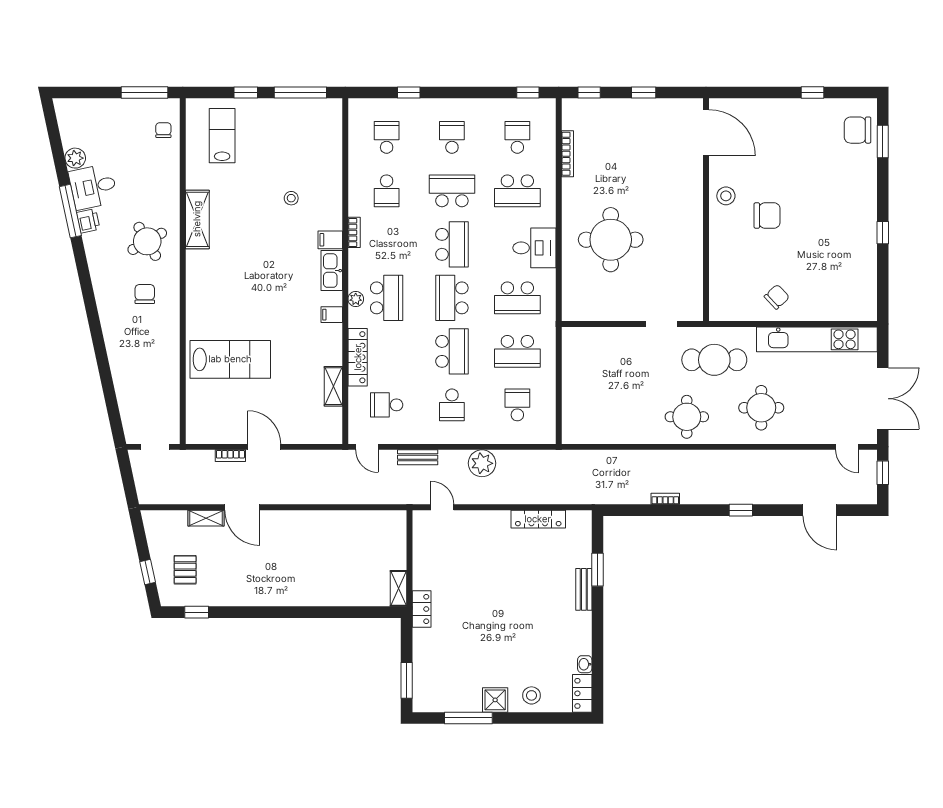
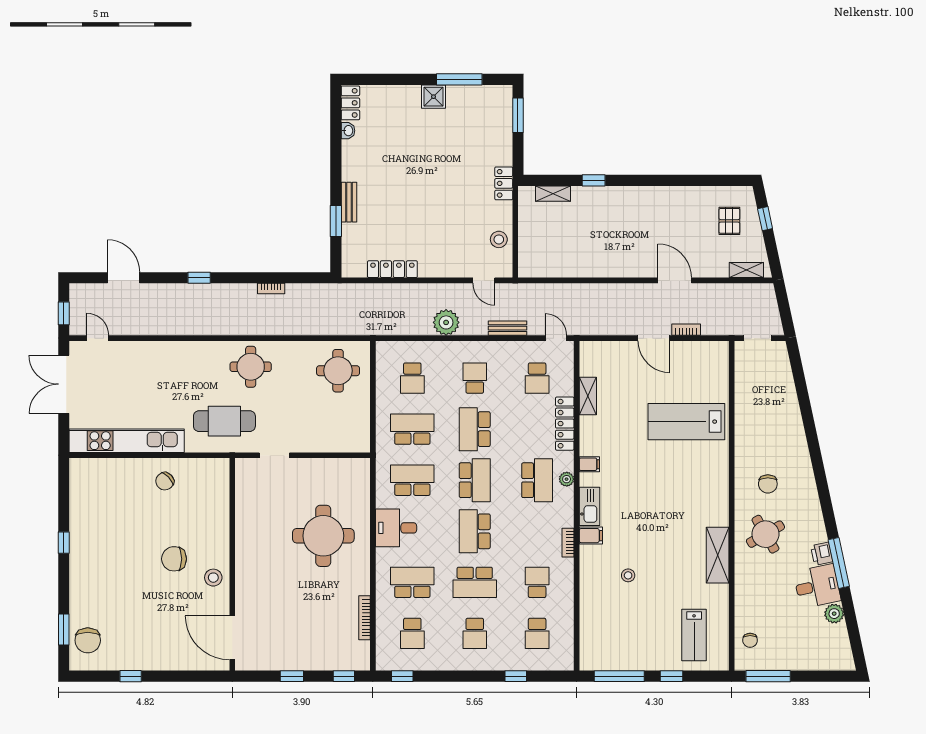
chair: (858, 130) -> (88, 640), turned 90
school desk: (387, 298) -> (537, 480), turned 180
school desk: (387, 405) -> (537, 378), turned 90
round table: (761, 408) -> (338, 371), moved
shelving: (206, 518) -> (746, 270), moved
shelving: (398, 588) -> (553, 194), moved, turned 90
window: (197, 612) -> (594, 180), moved
stool: (532, 695) -> (499, 239), moved

